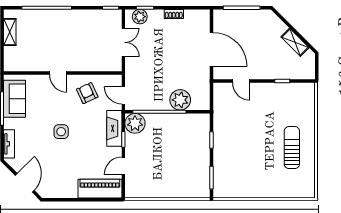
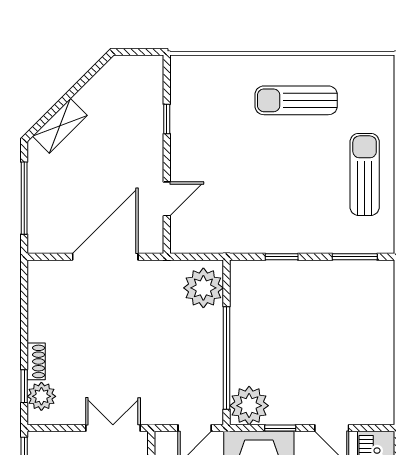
shoe rack: (174, 14) -> (36, 361), moved
double door: (123, 42) -> (113, 428), moved
shelving: (295, 42) -> (60, 126), moved
plant: (180, 100) -> (203, 288), moved
sun lounger: (254, 183) -> (365, 174), added

